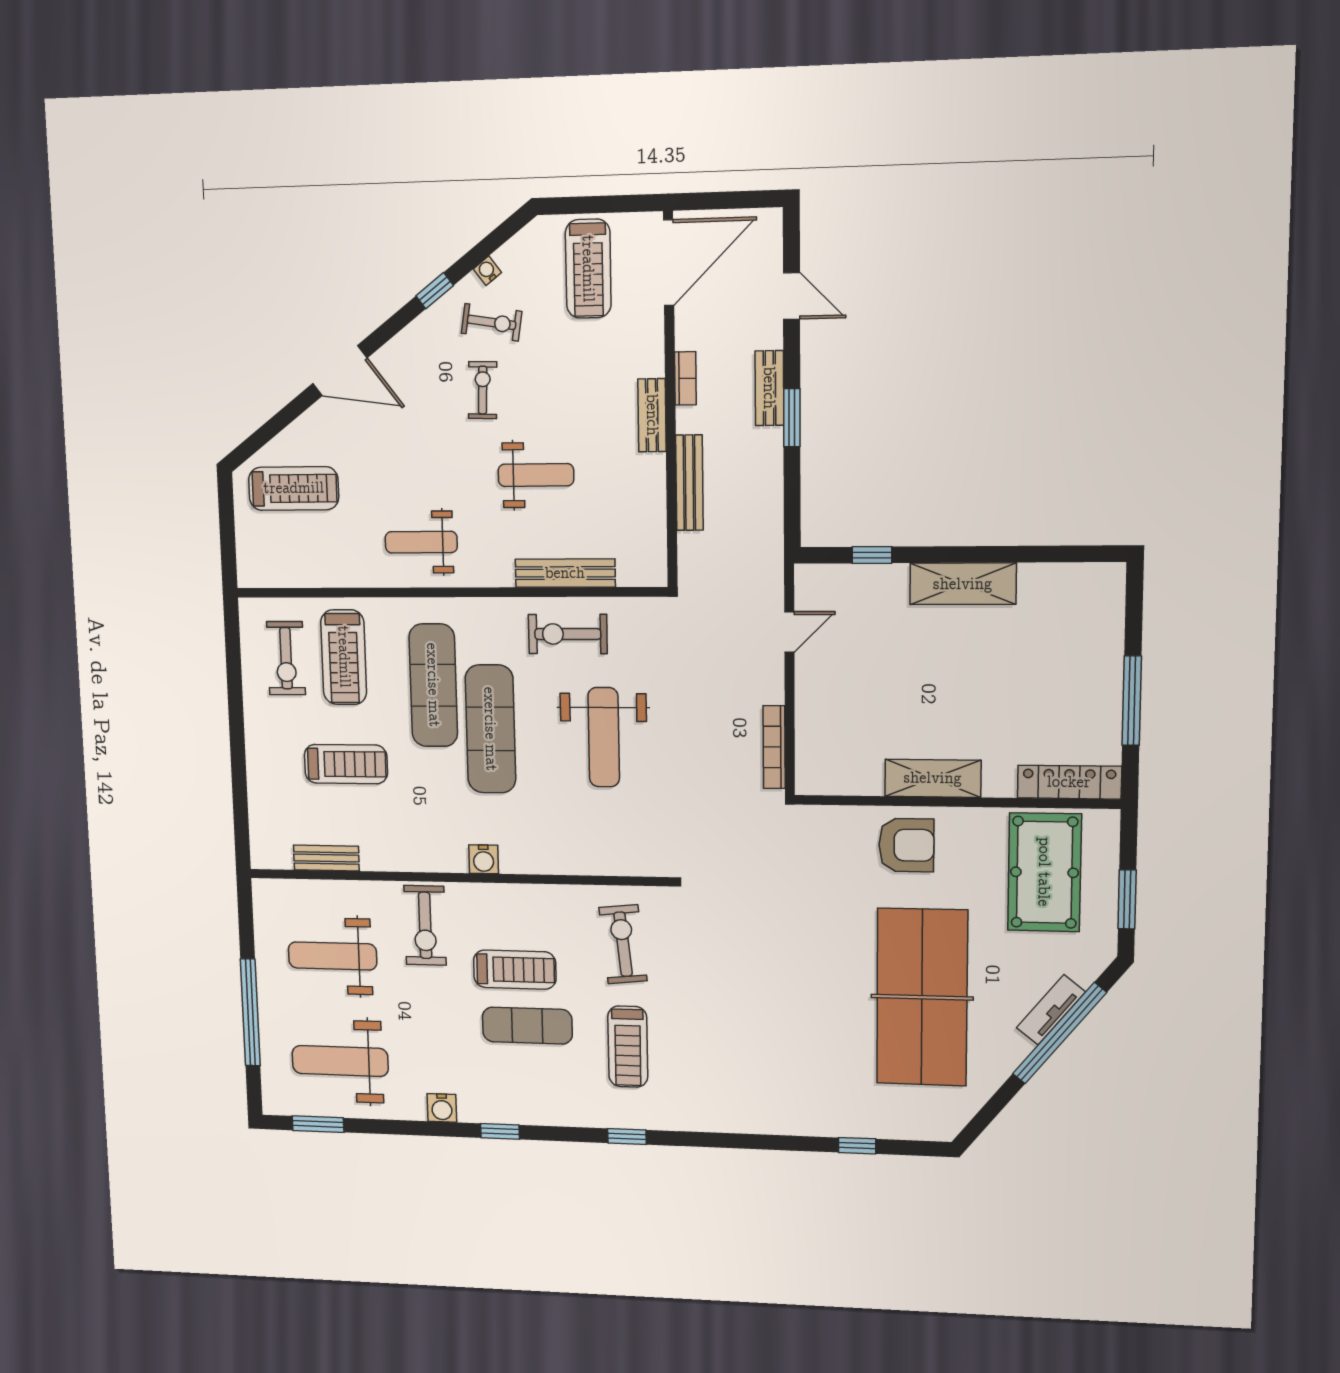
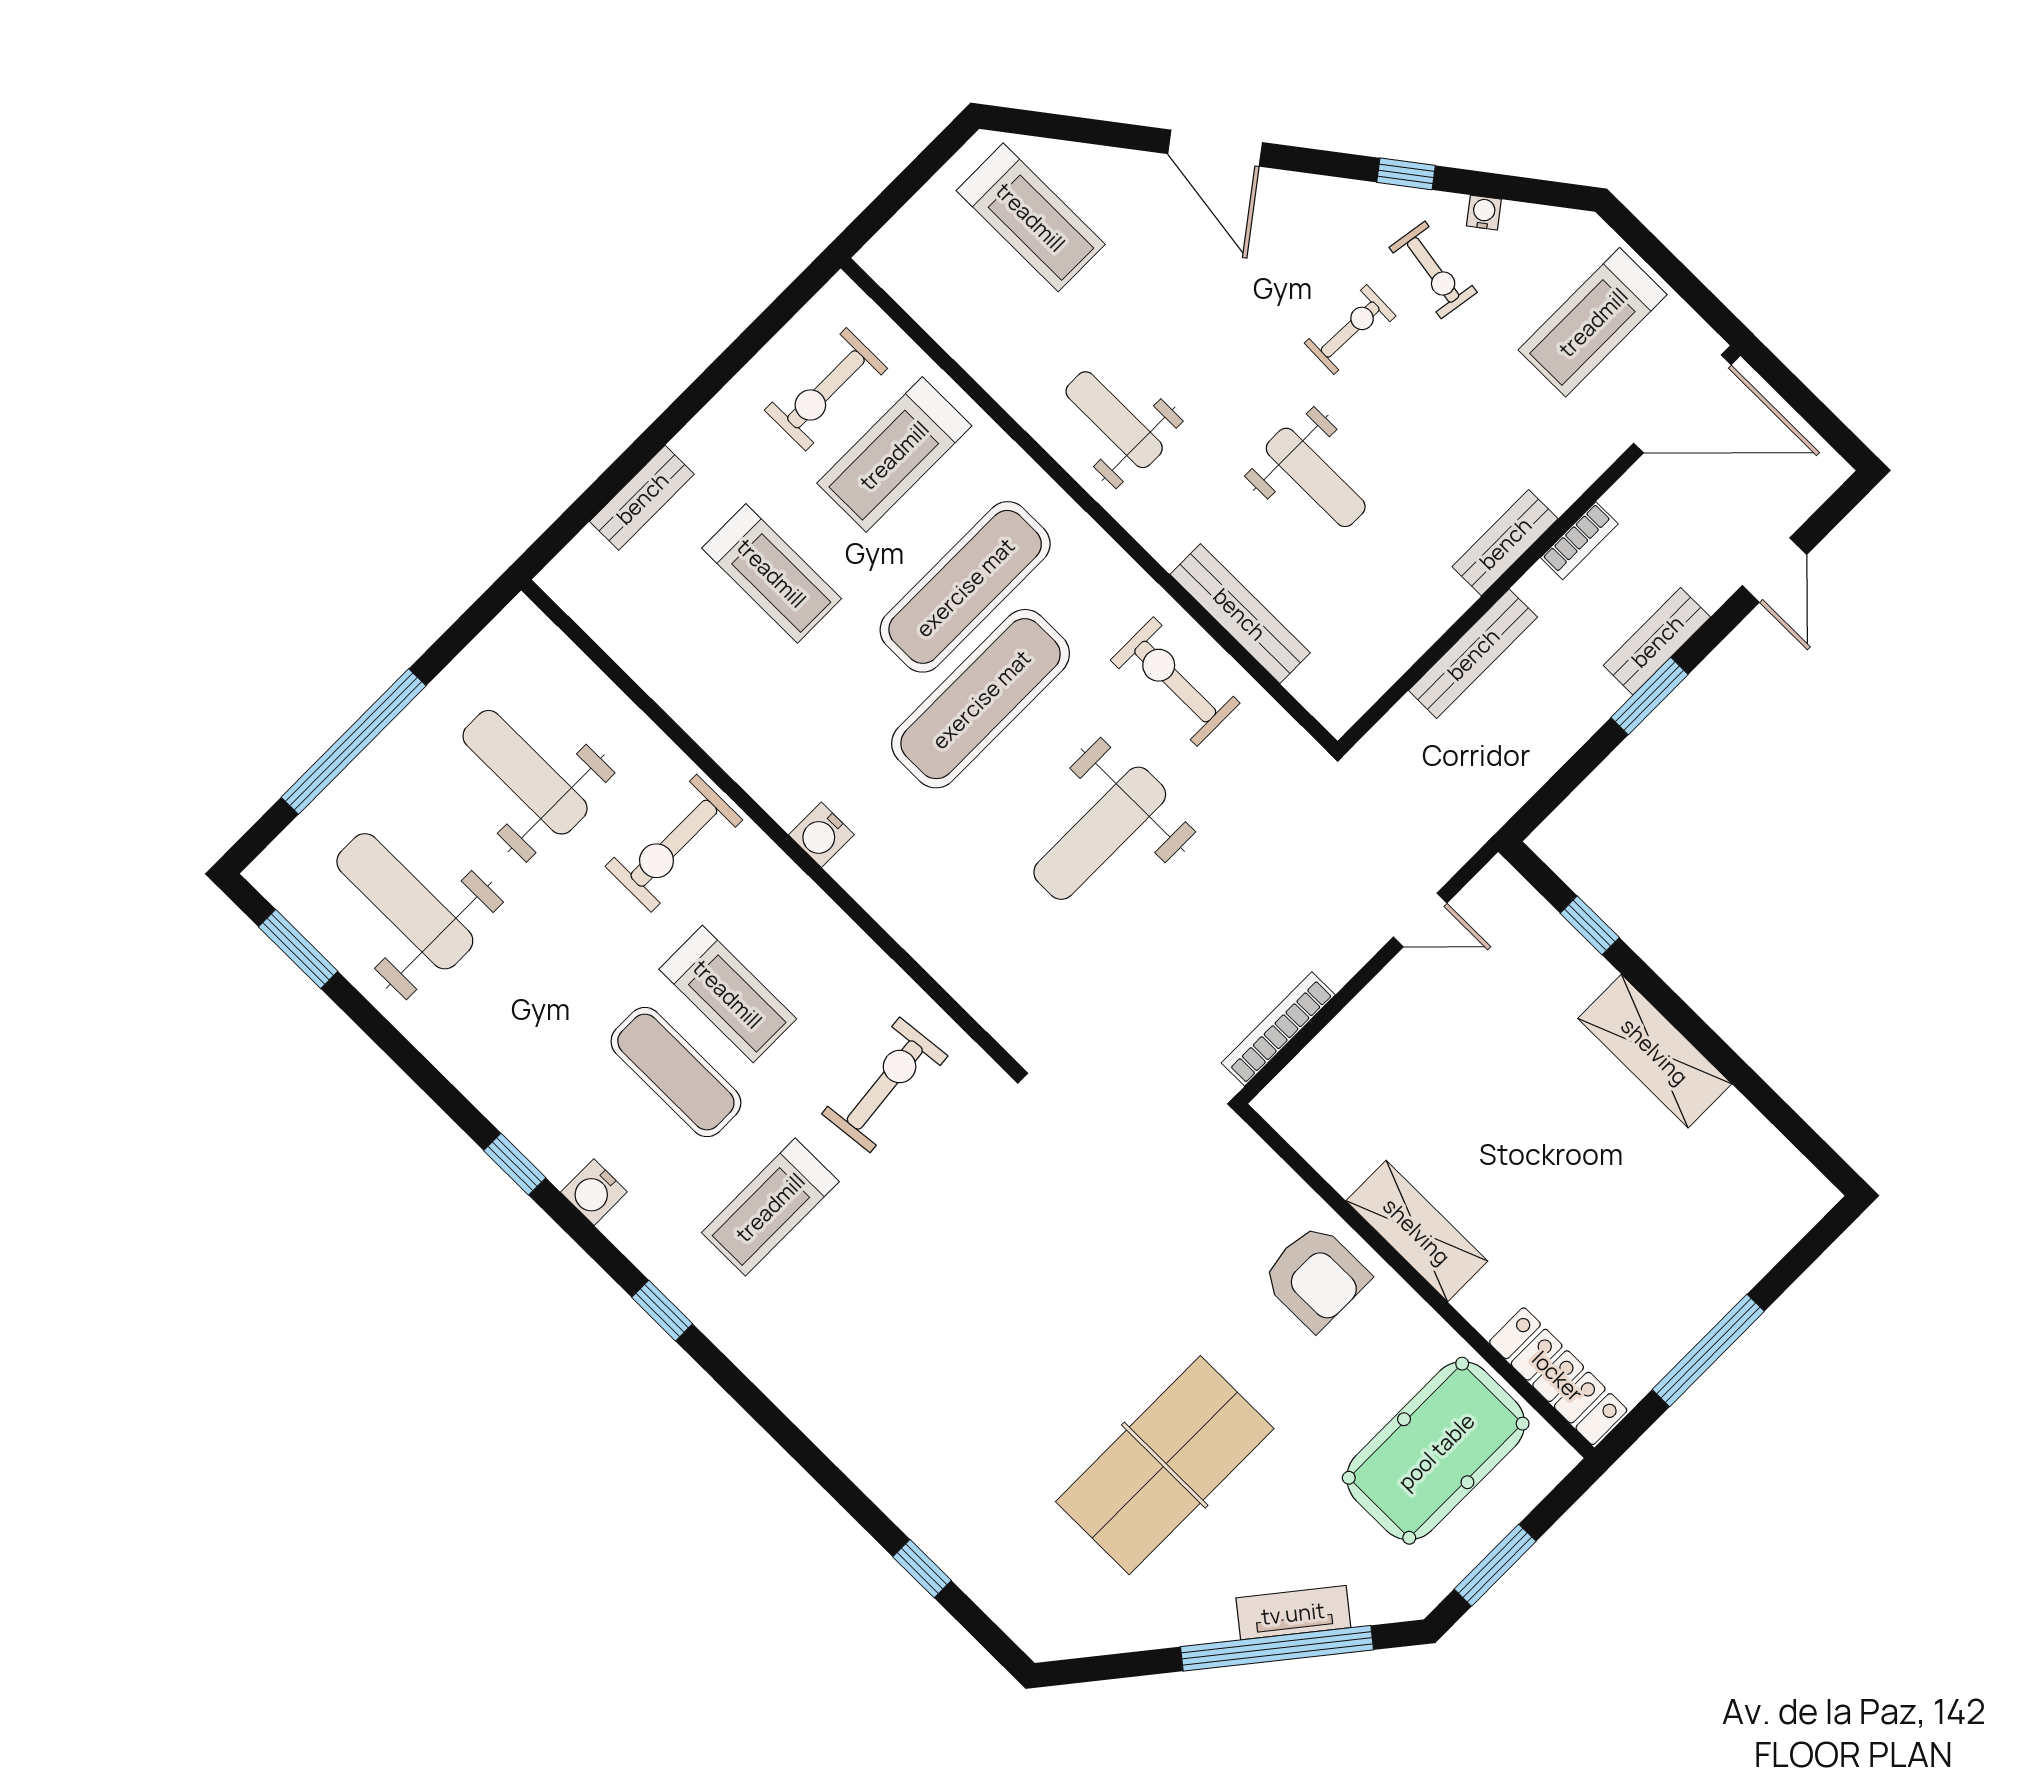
bench: (326, 858) -> (642, 498), moved, turned 90
table tennis table: (922, 997) -> (1165, 1465), width x0.73, depth x0.76
water cooler: (442, 1108) -> (594, 1192), moved

